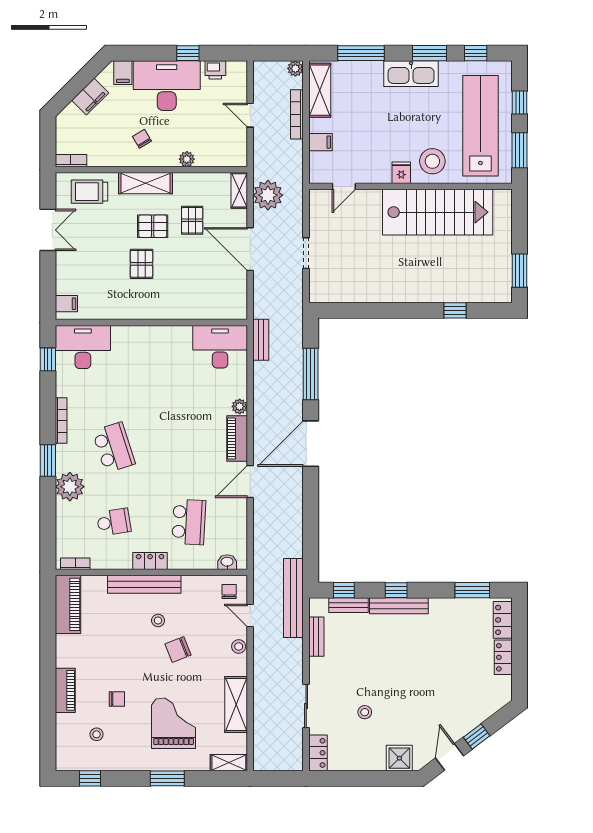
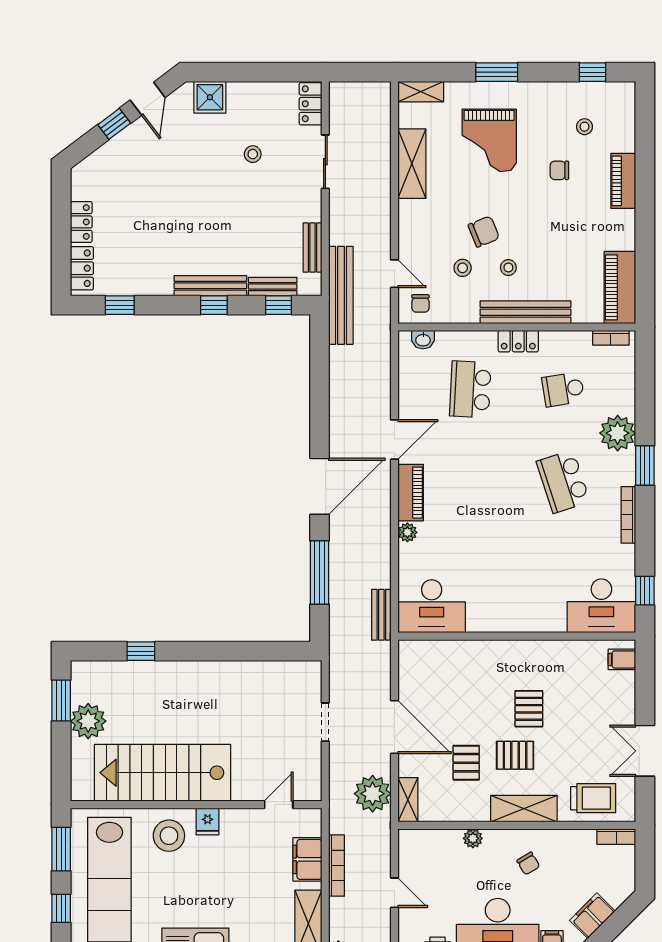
bookcase: (297, 114) -> (337, 866), moved
filing cabinet: (320, 142) -> (307, 859), width x2.00
plant: (498, 254) -> (88, 721), added
window: (472, 590) -> (120, 305), width x0.67
stool: (239, 647) -> (463, 268), moved

